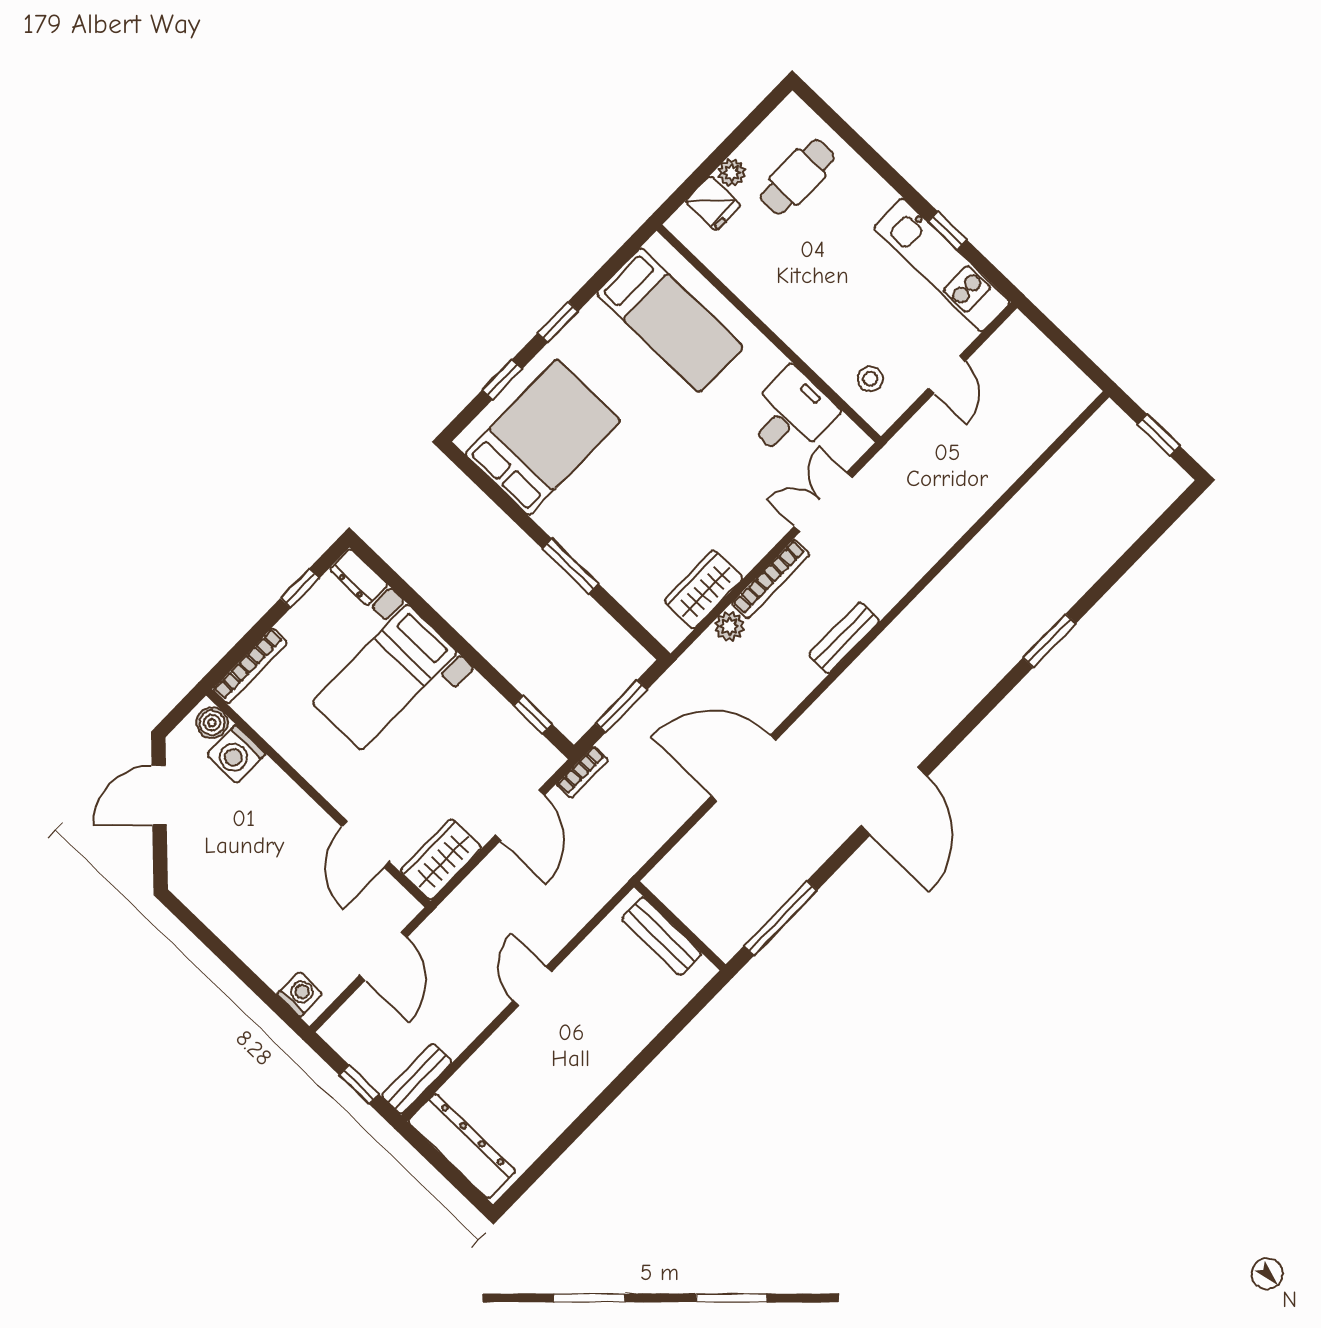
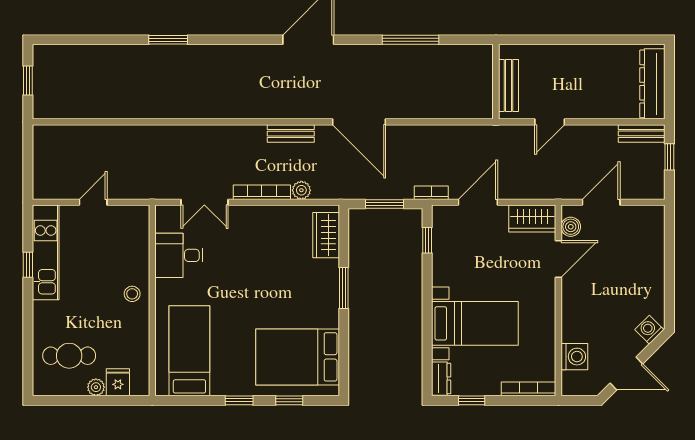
stool: (870, 379) -> (132, 294), moved
wardrobe: (703, 589) -> (326, 235), moved, turned 90
bench: (844, 638) -> (291, 134), moved
boiler: (212, 723) -> (571, 227), moved
wall: (680, 926) -> (496, 82), moved
bench: (662, 936) -> (509, 85), moved
washing machine: (300, 994) -> (649, 330), moved, turned 45

